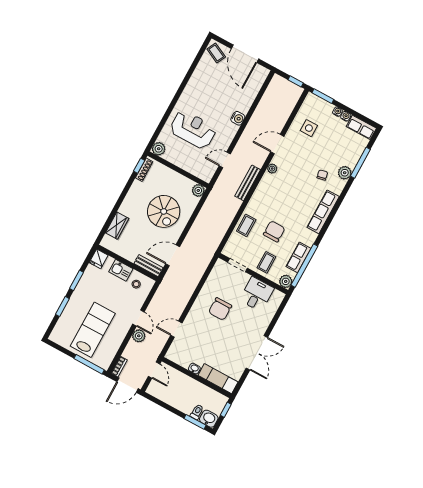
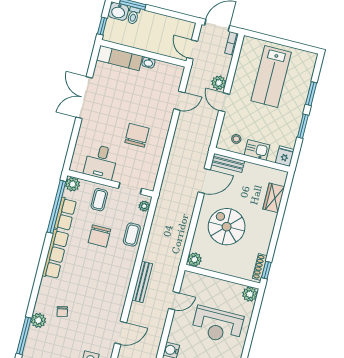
plant: (272, 169) -> (144, 206), moved
row of seats: (323, 212) -> (55, 254), moved
window: (89, 364) -> (265, 38), removed

